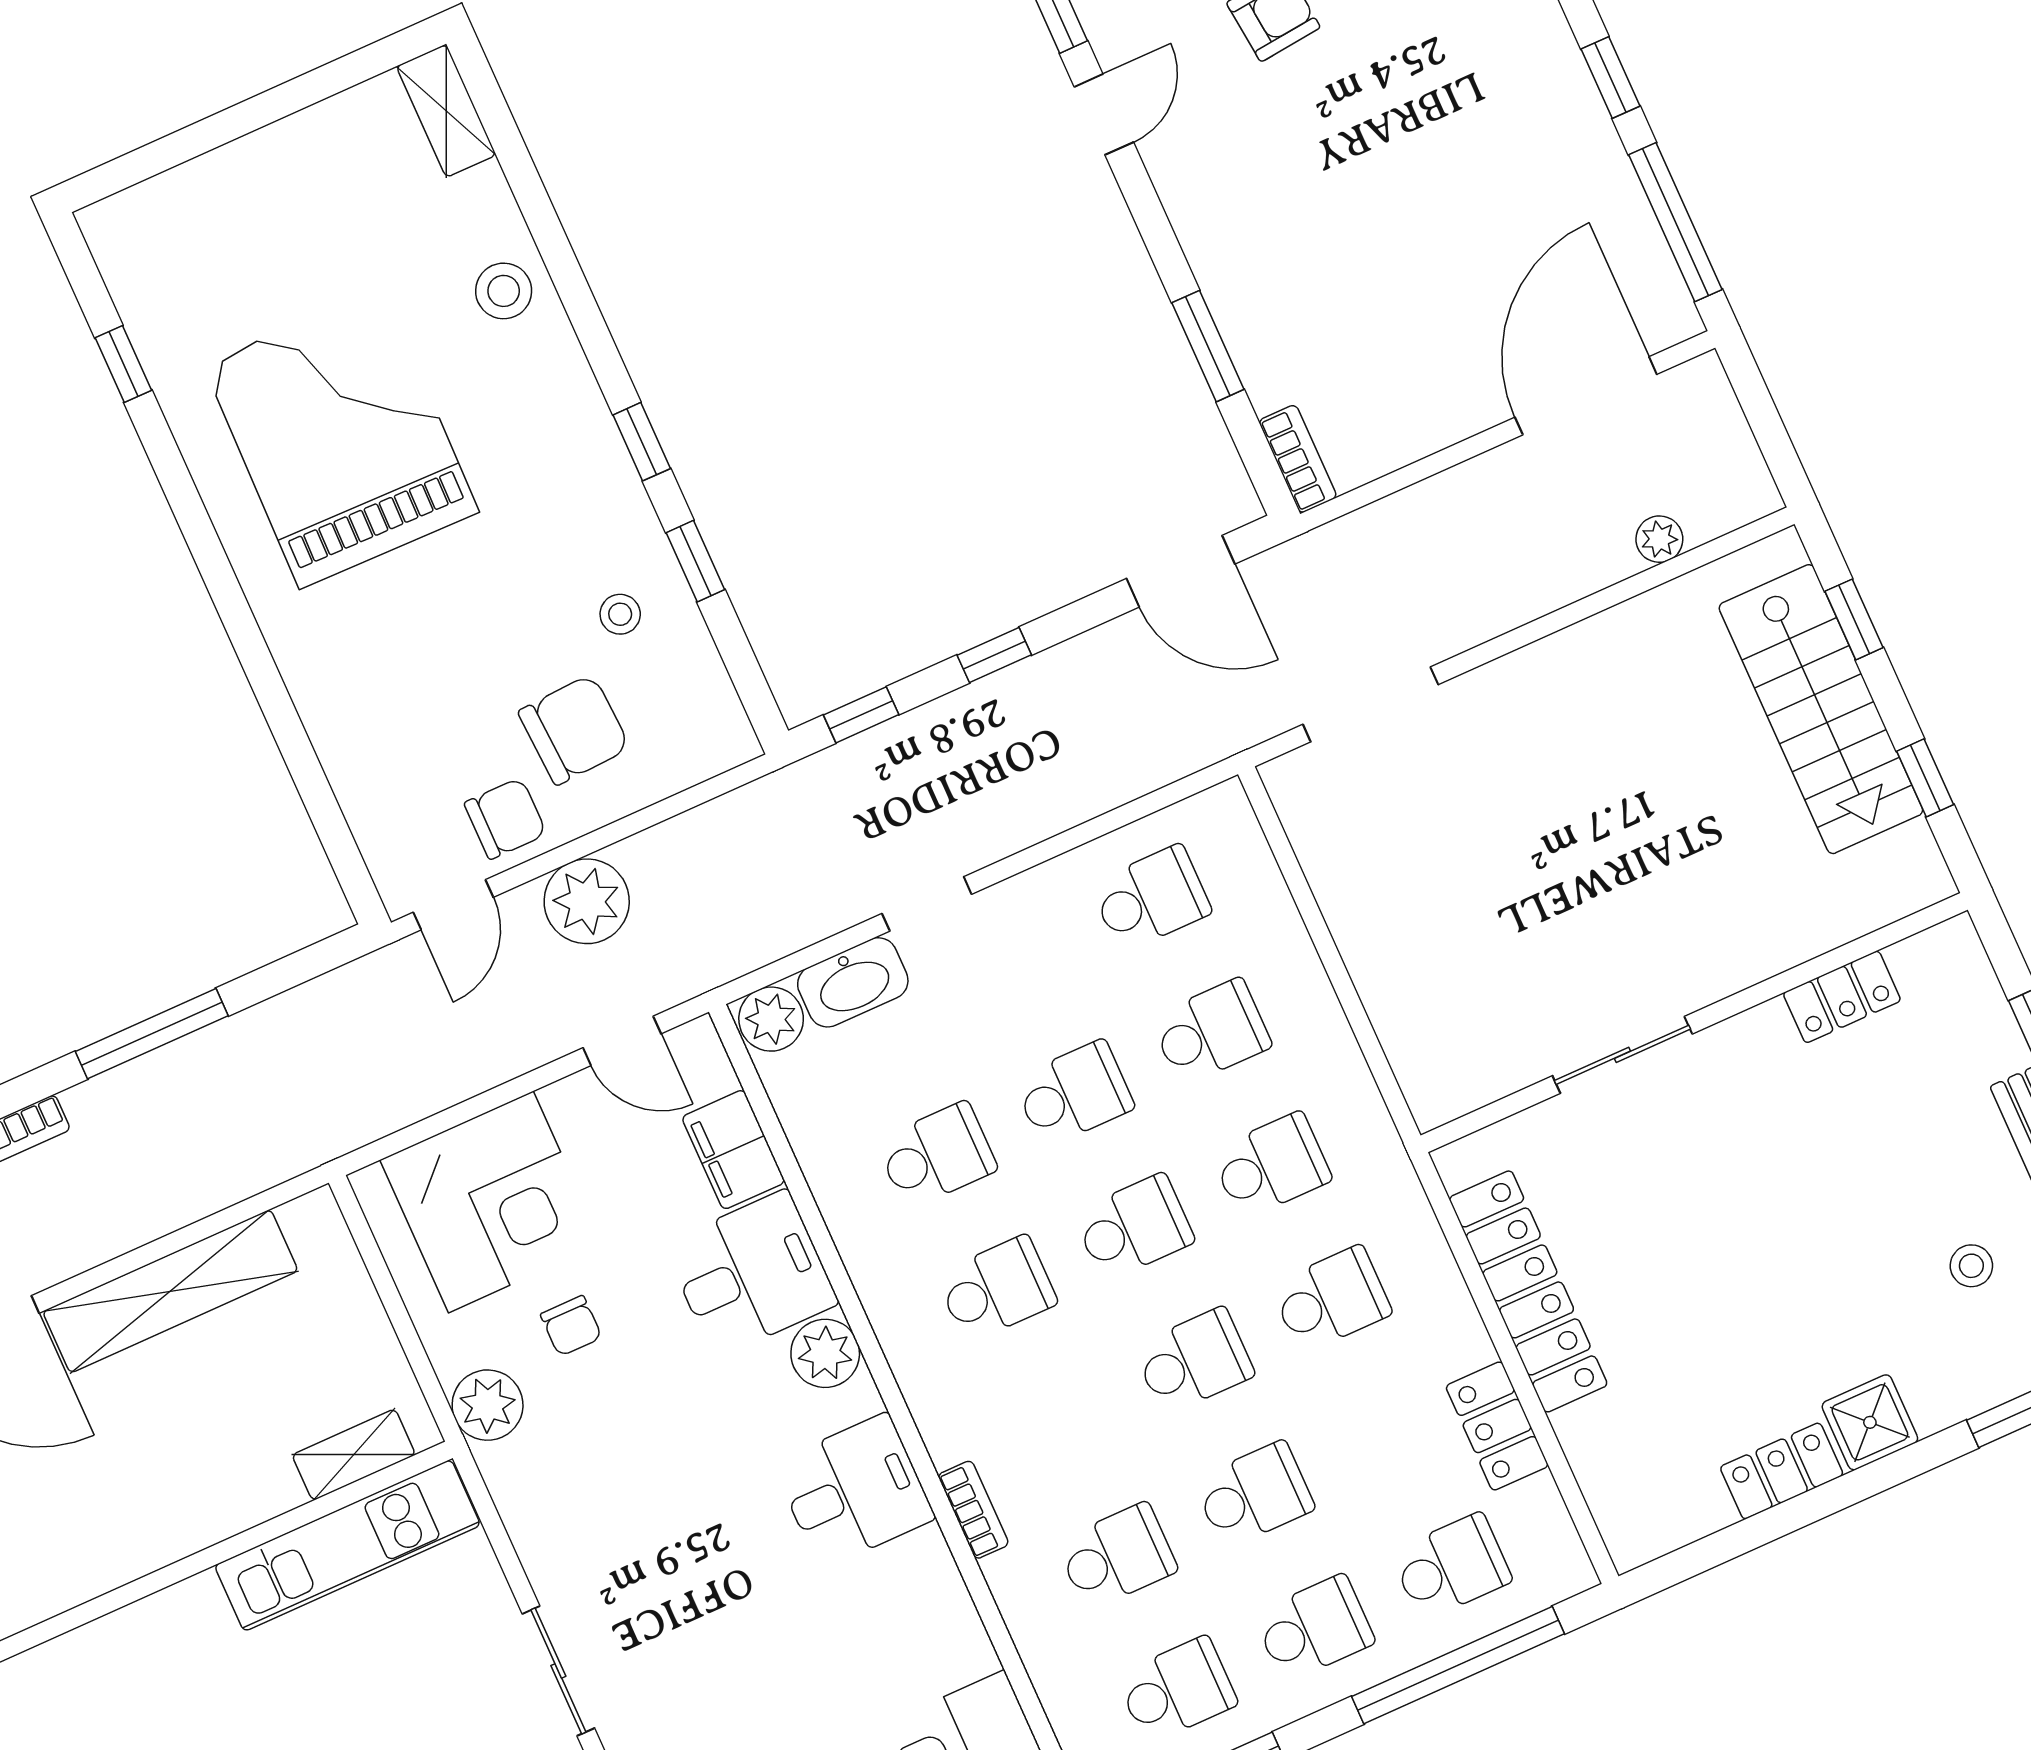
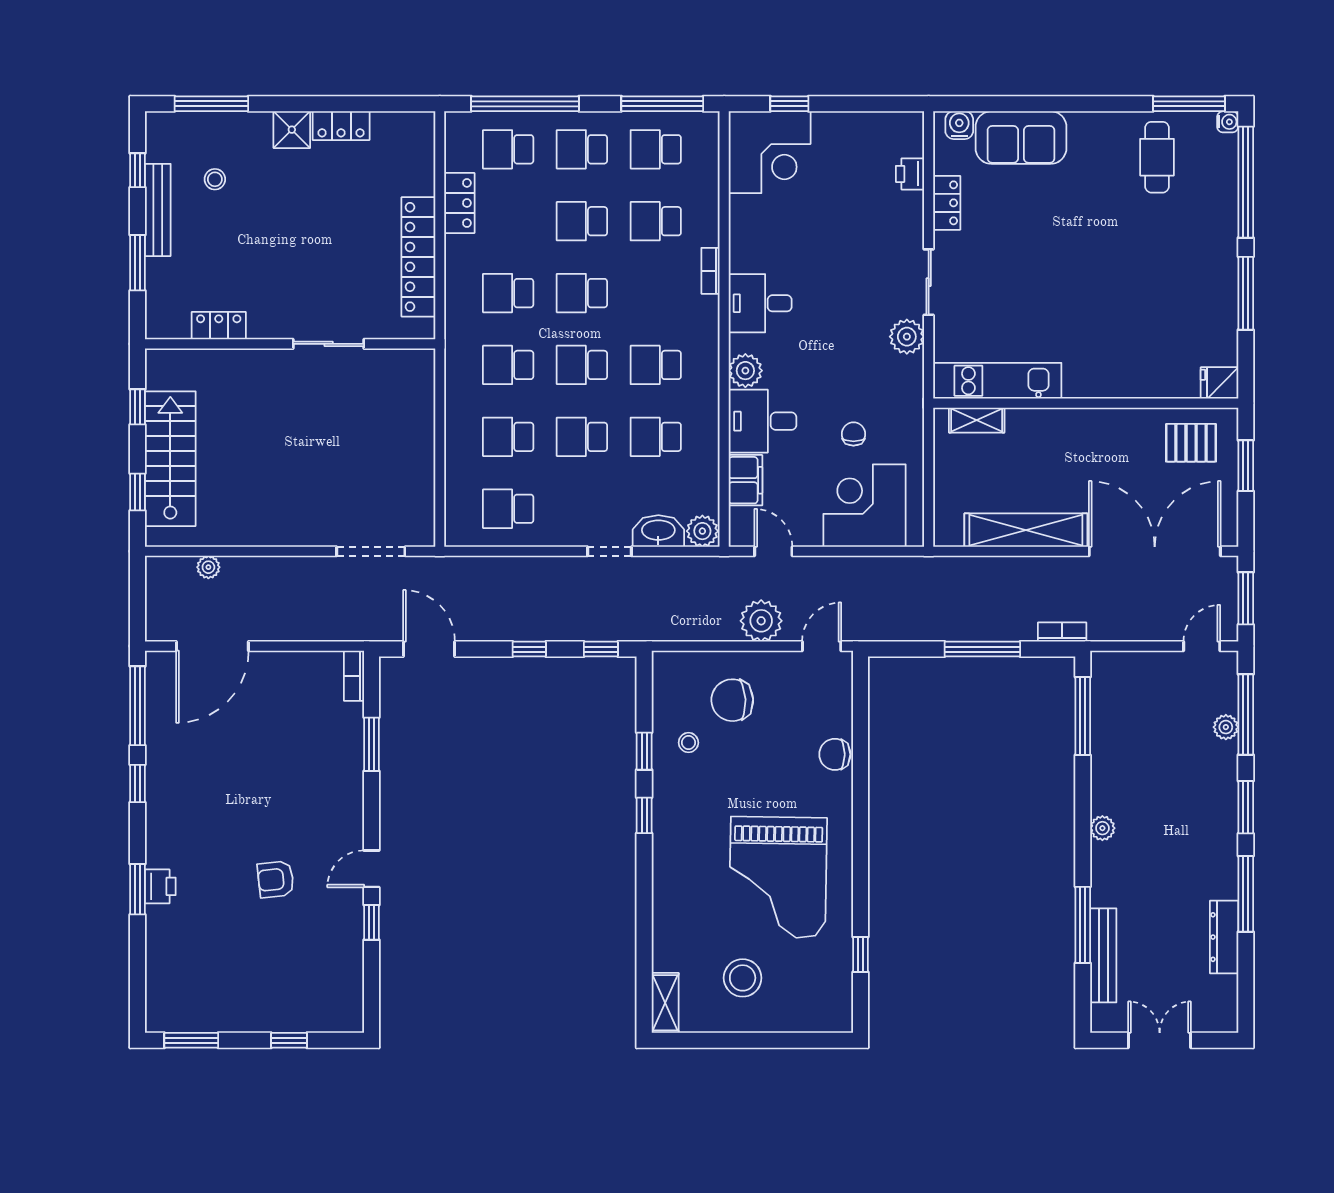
stool: (504, 291) -> (743, 978), moved, width x1.38, depth x1.38
chair: (505, 819) -> (835, 754), moved
plant: (488, 1405) -> (907, 337), moved

